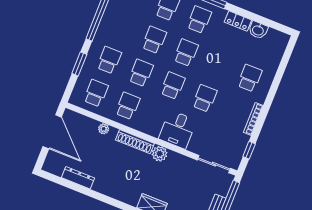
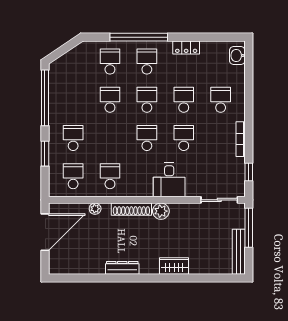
washbasin: (258, 30) -> (237, 56), moved, turned 90
school desk: (141, 73) -> (184, 100), moved
door: (52, 132) -> (45, 232), hinge flipped
dresser: (78, 178) -> (122, 268), moved

